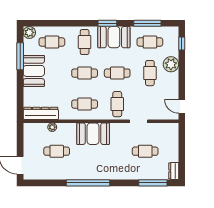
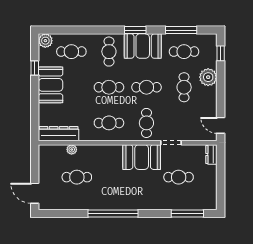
window: (20, 56) -> (35, 68), width x0.46
booth: (93, 134) -> (142, 157), moved
dresser: (174, 171) -> (211, 154), moved

